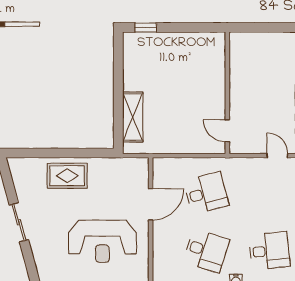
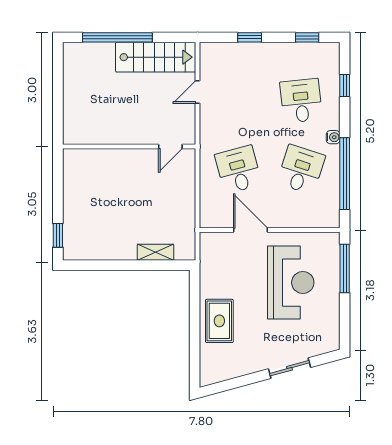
shelving: (133, 117) -> (155, 252), width x0.67, depth x0.75
sliding door: (19, 222) -> (290, 368), moved

